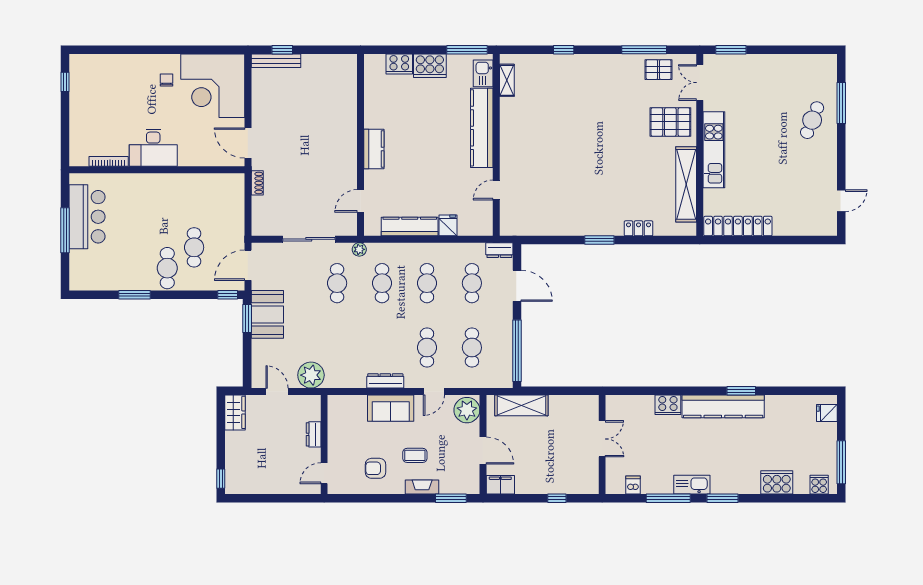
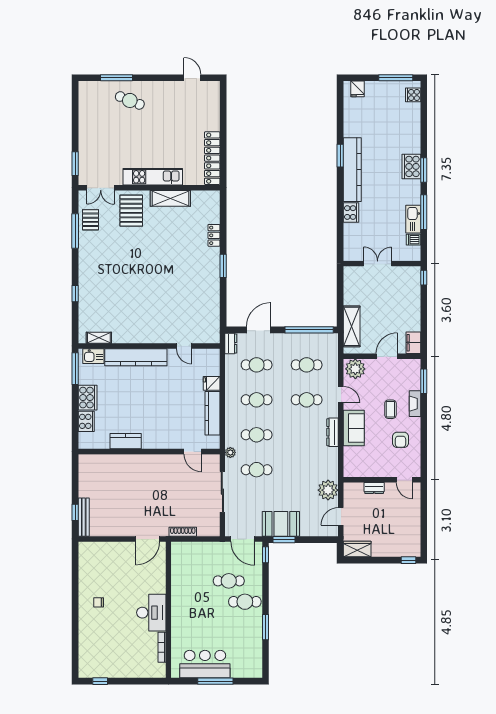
corner desk: (213, 86) -> (103, 566), removed
kitchen counter: (374, 149) -> (126, 441), moved
shoe rack: (257, 183) -> (183, 532), width x1.43
shelving: (686, 184) -> (170, 198), width x0.68
cooker: (777, 482) -> (411, 166), moved
kitchen sink: (692, 485) -> (413, 219), moved
window: (557, 498) -> (424, 278), moved

